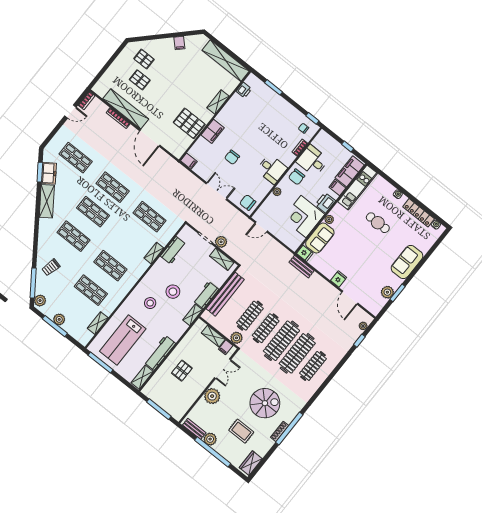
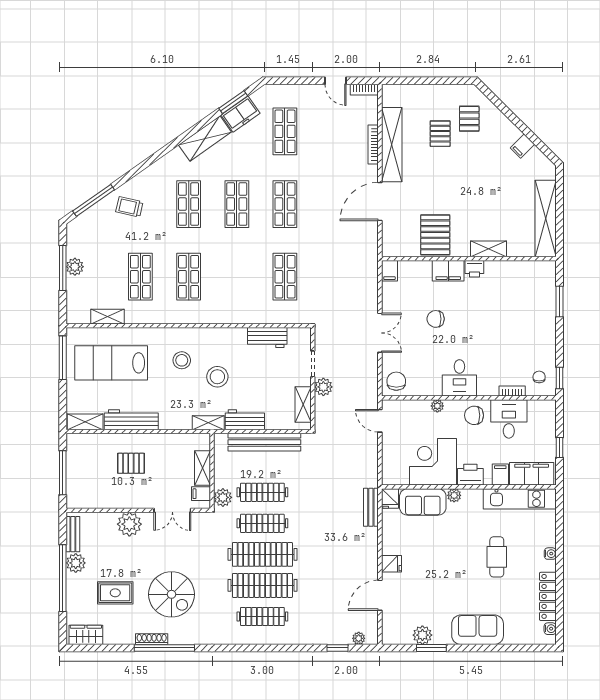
printer: (244, 90) -> (474, 269), moved
shelving: (154, 253) -> (245, 317), removed
plant: (40, 301) -> (79, 226), removed
rug: (241, 431) -> (115, 593), turned 90

